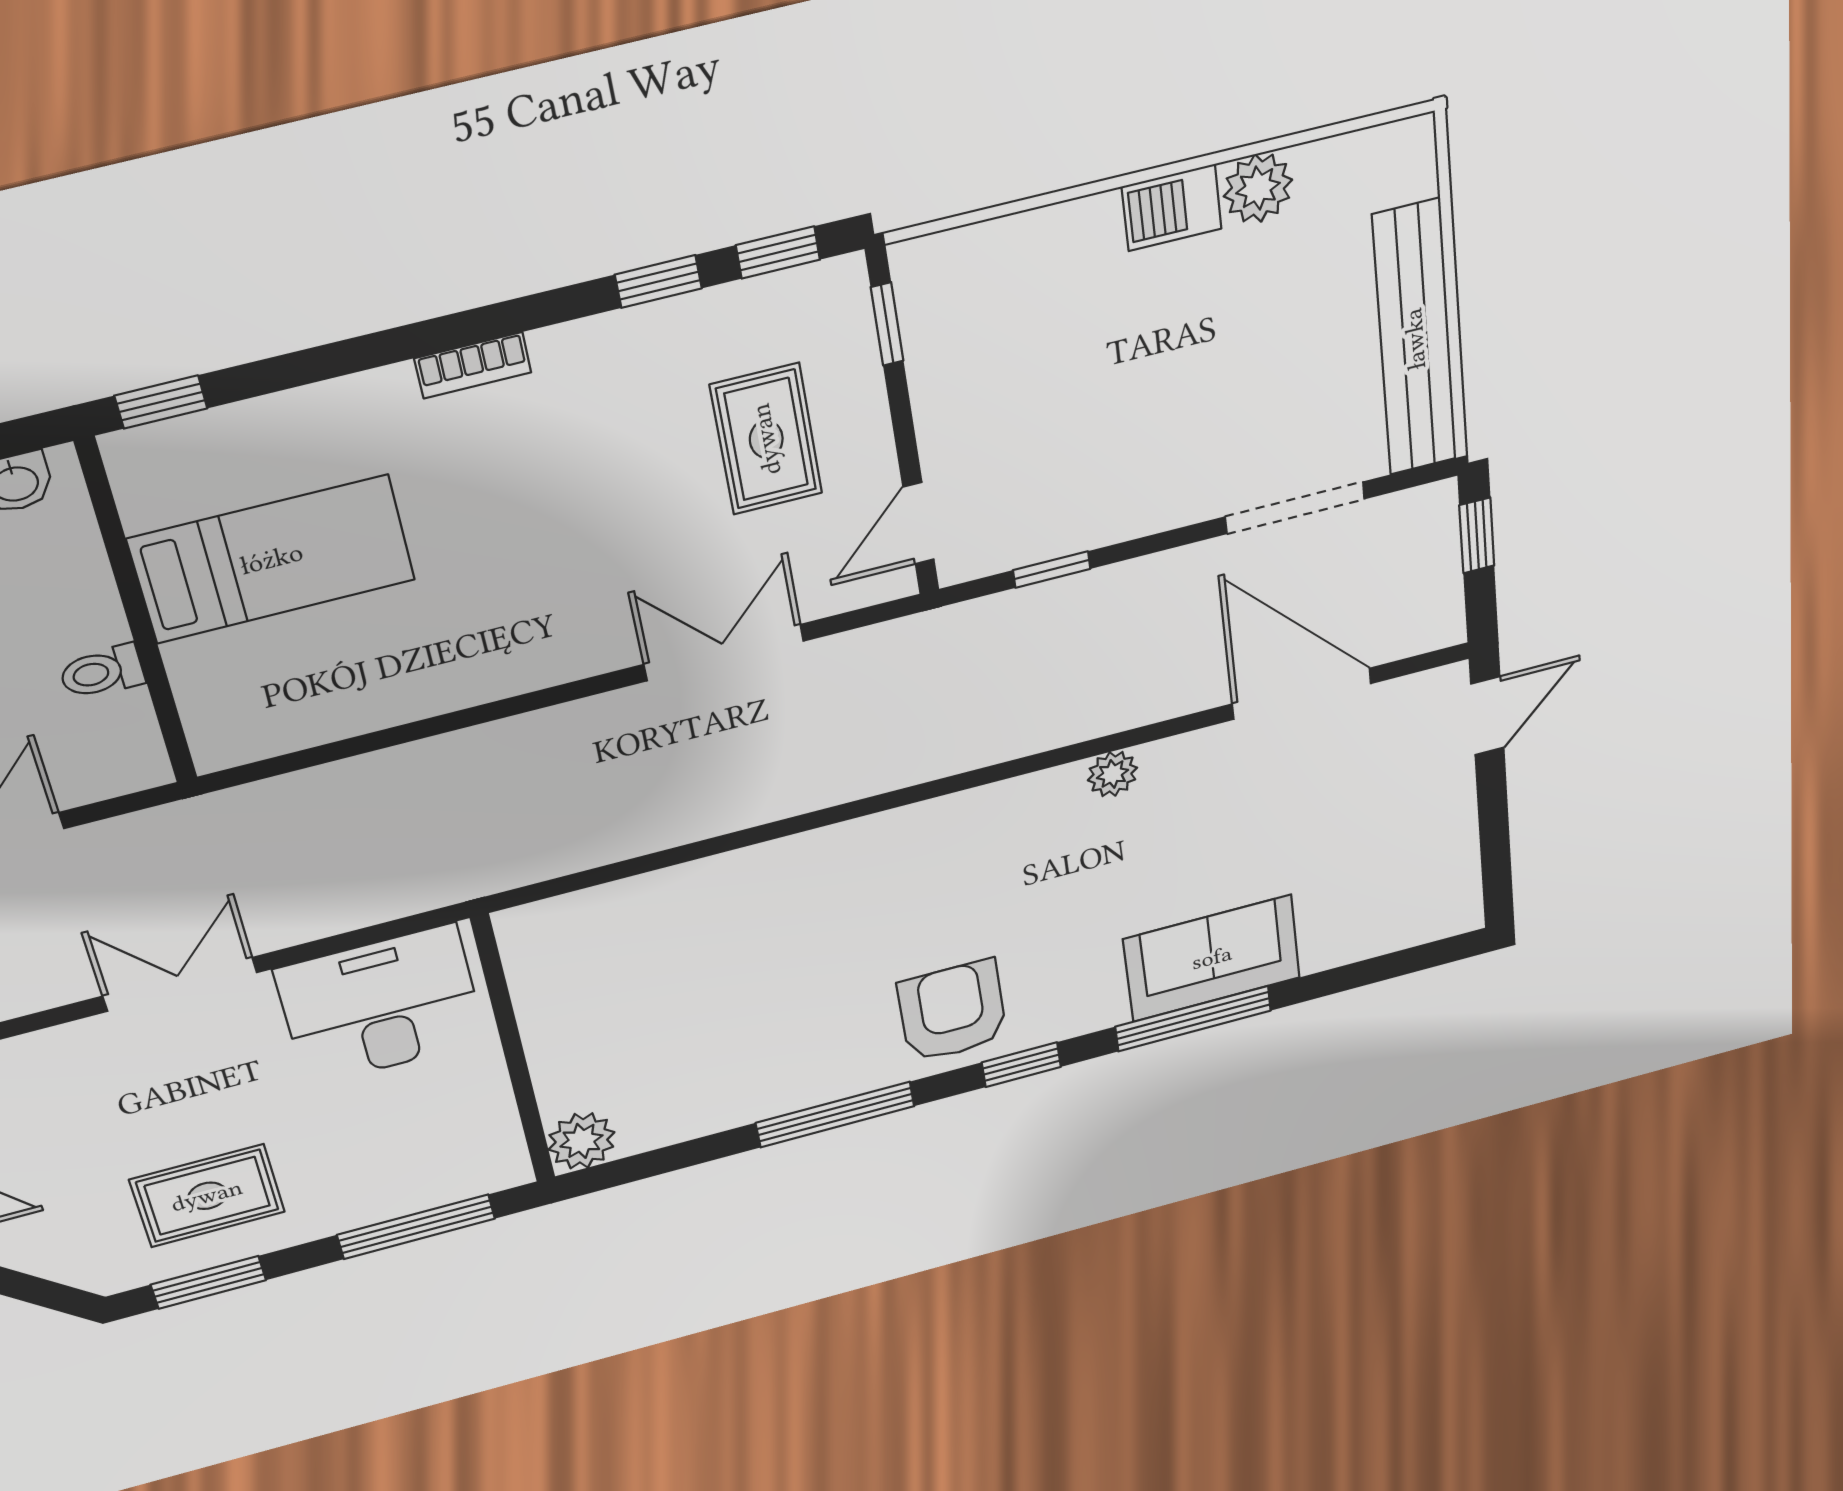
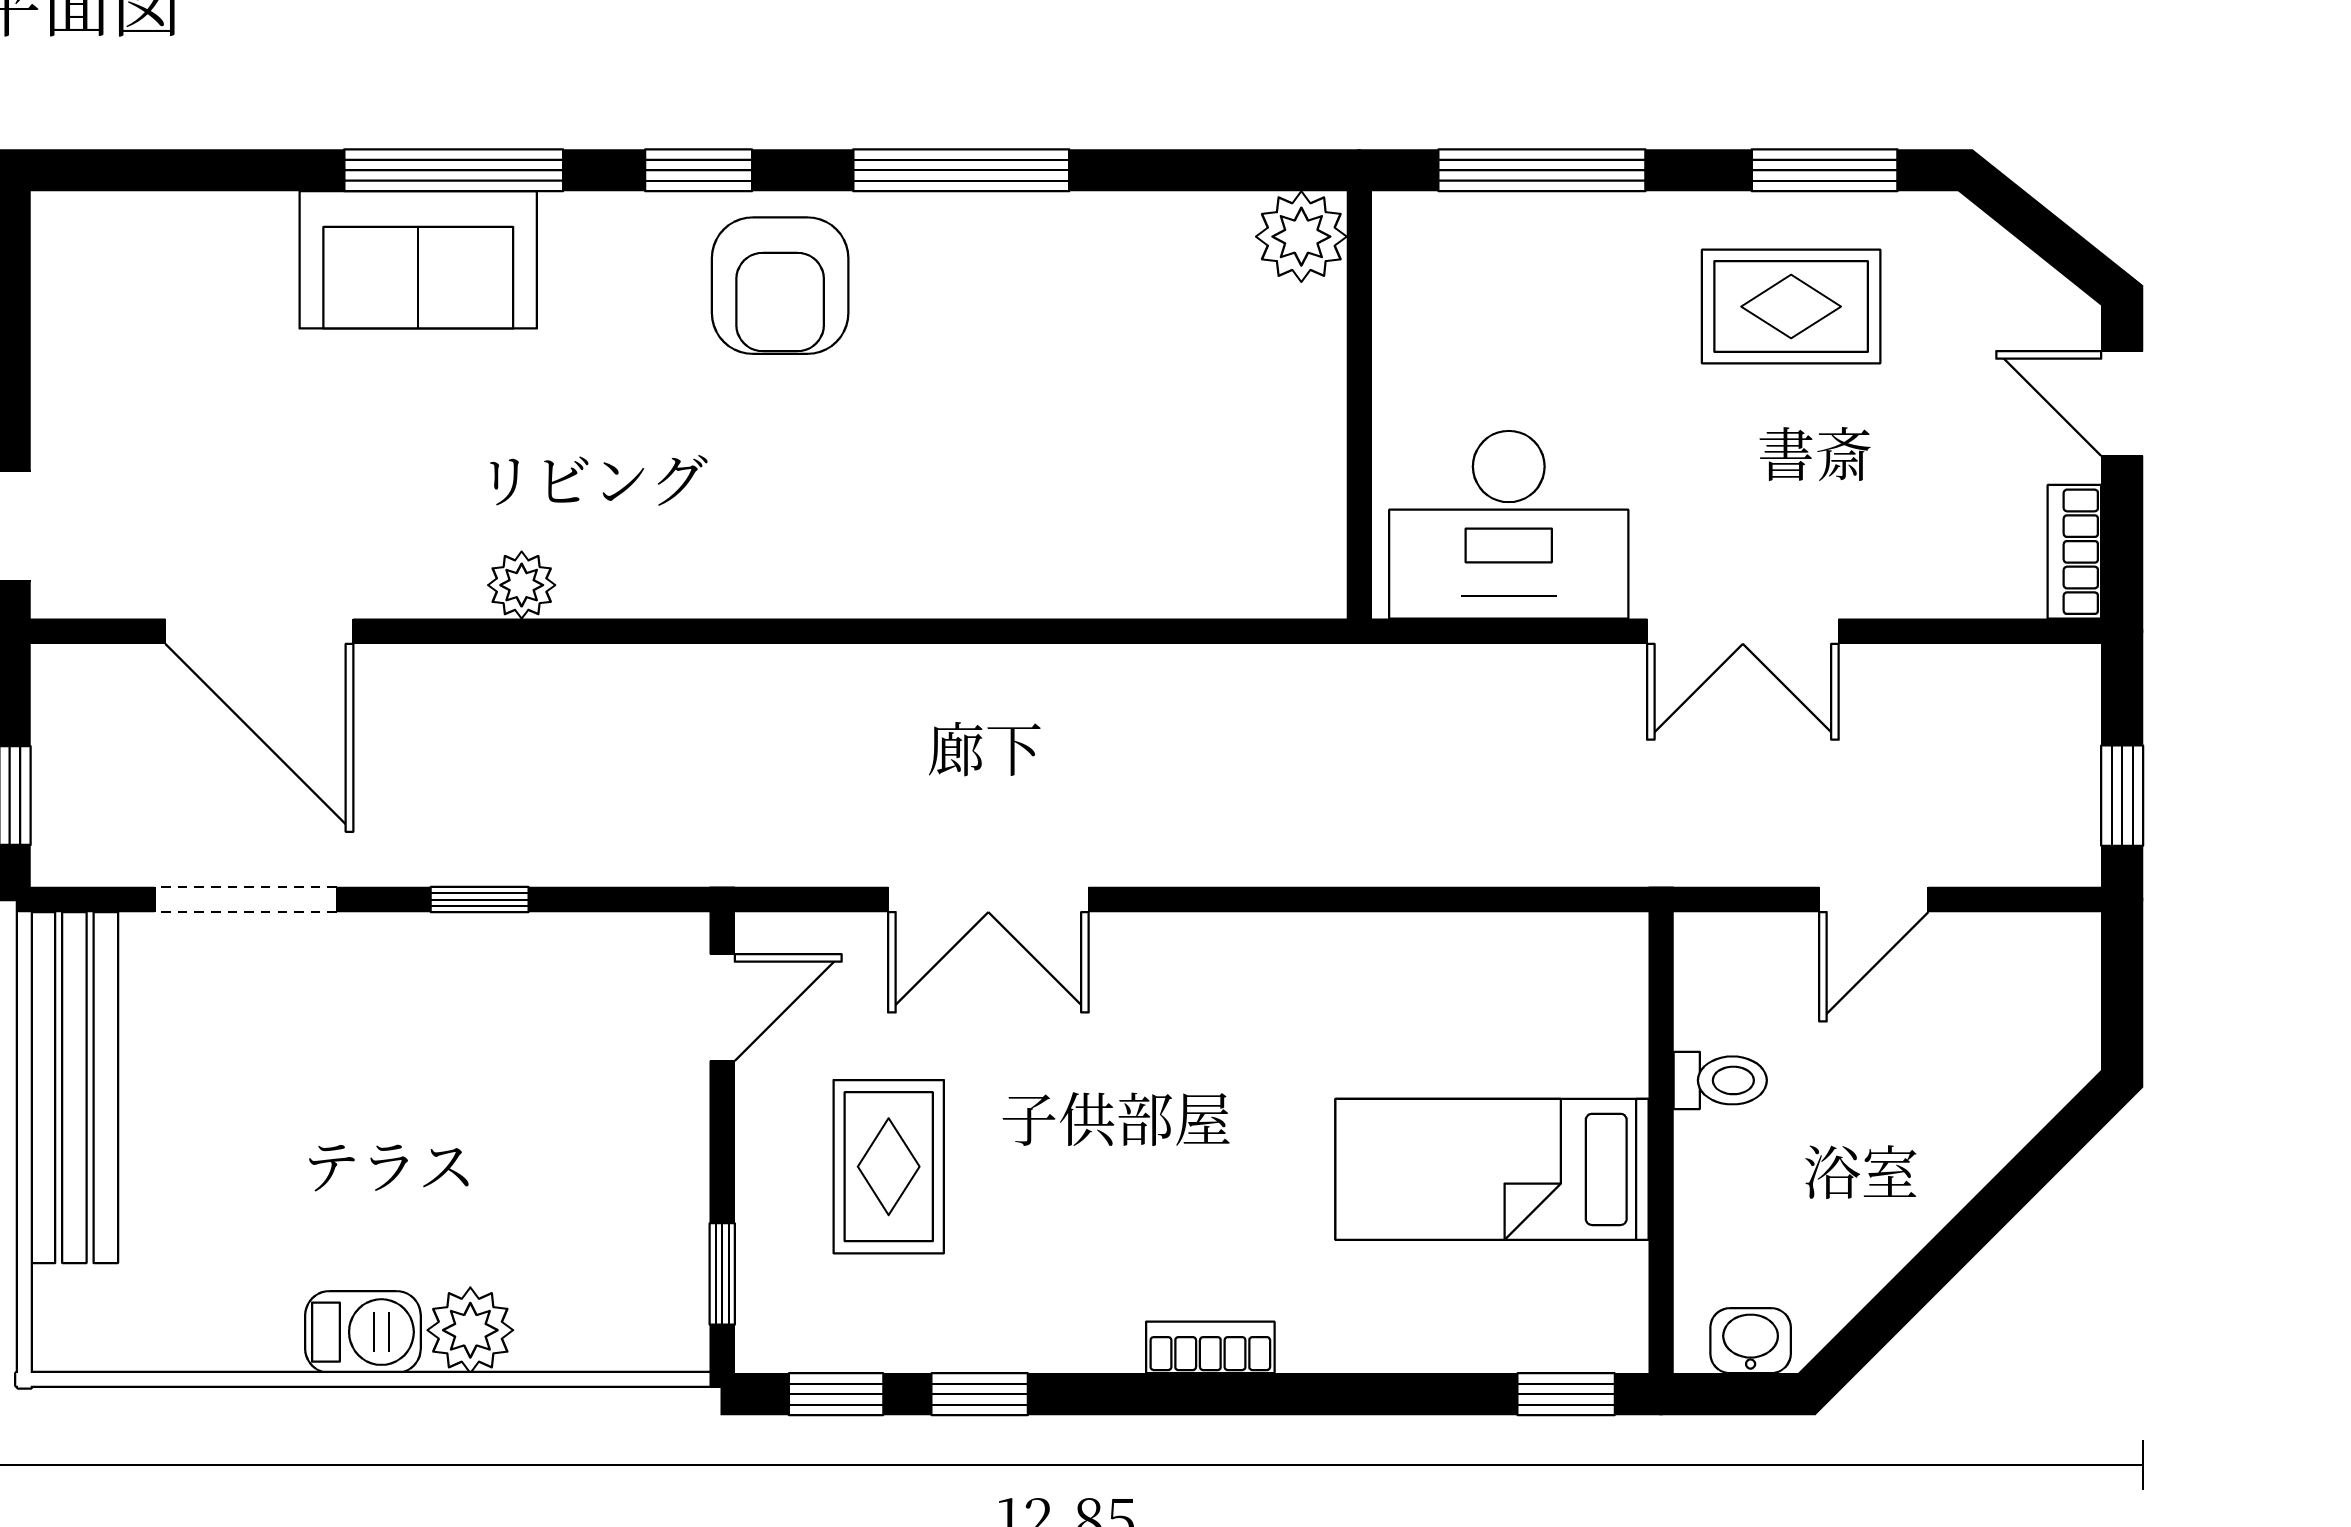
plant: (1258, 188) -> (470, 1330), moved
window: (1052, 570) -> (480, 900), moved

